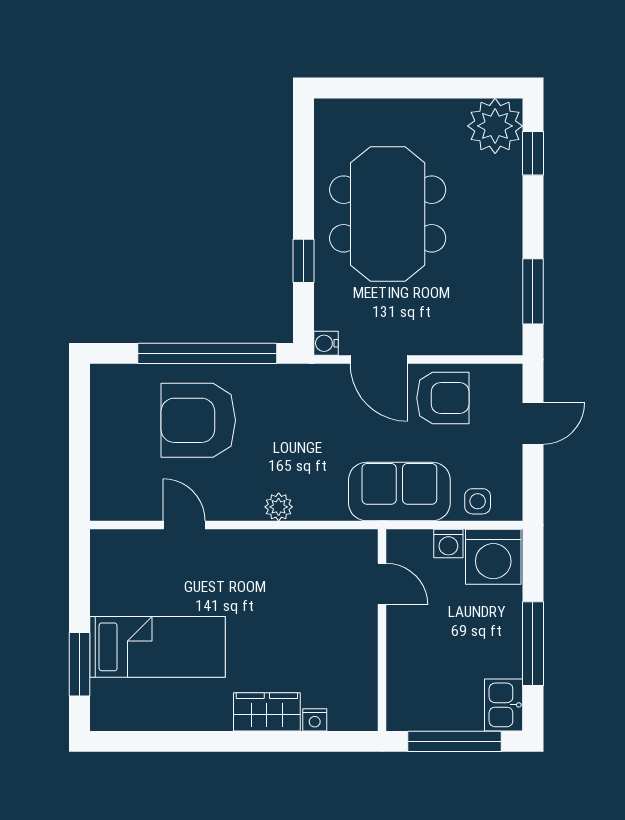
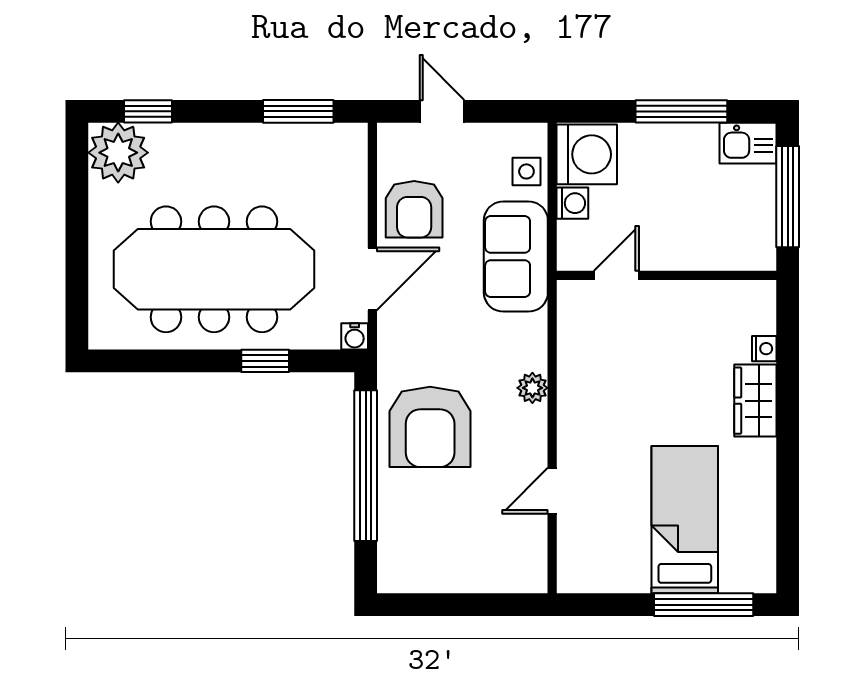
meeting table: (388, 214) -> (214, 269), width x1.36
armchair: (443, 398) -> (414, 209), turned 180
armchair: (198, 420) -> (430, 427), moved
window: (79, 664) -> (704, 605), width x1.44

